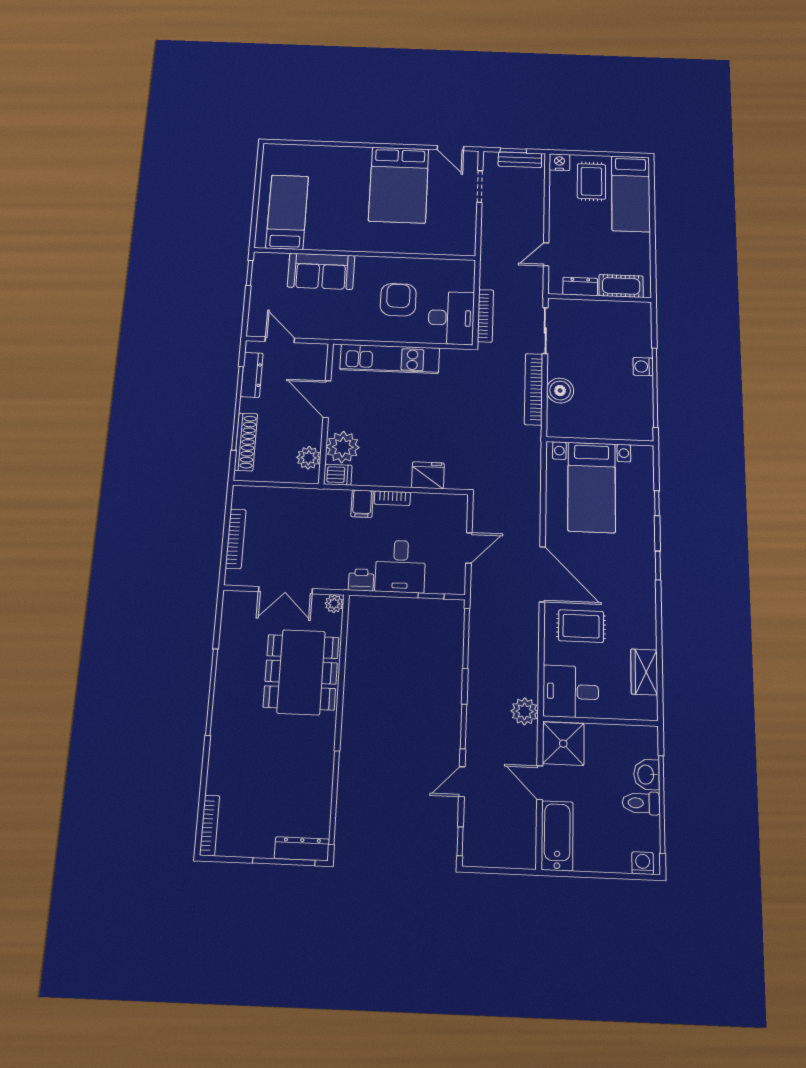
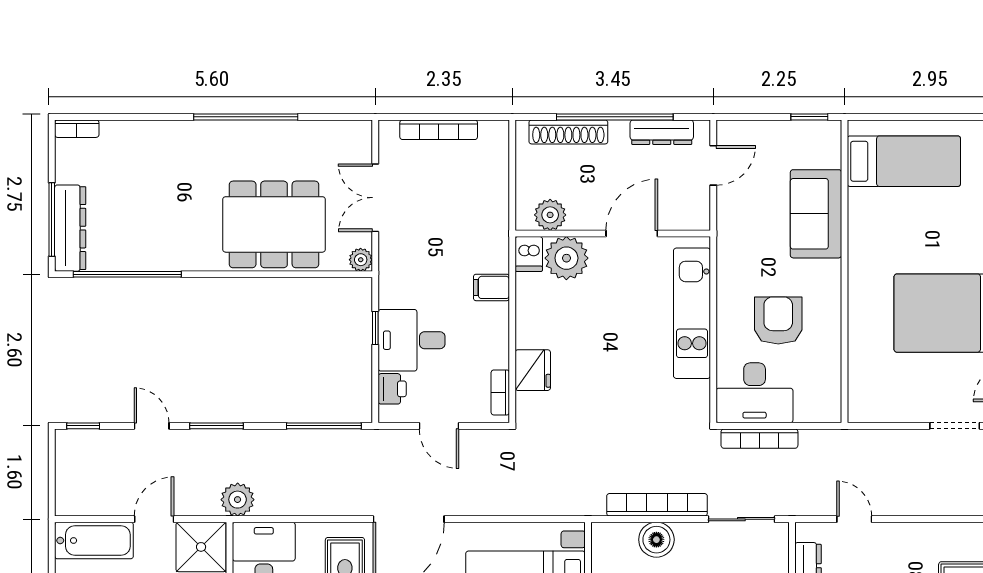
armchair: (398, 300) -> (778, 320), turned -90
bookcase: (392, 498) -> (500, 392), moved
printer: (361, 580) -> (392, 389), moved
window: (431, 596) -> (375, 328), moved
bookcase: (210, 825) -> (77, 129), width x0.64
dresser: (302, 849) -> (70, 228), width x1.37, depth x1.24

